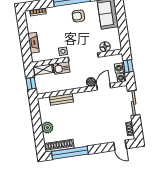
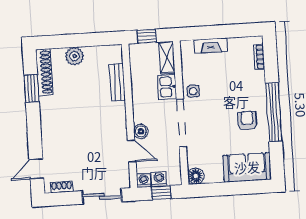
floor lamp: (105, 47) -> (196, 176), moved
window: (70, 153) -> (32, 88), width x0.47

